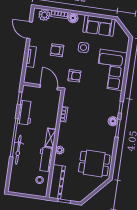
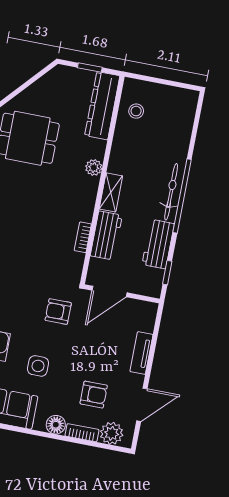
door: (30, 30) -> (142, 405), hinge flipped
armchair: (57, 50) -> (94, 395), moved
door: (49, 87) -> (110, 292), hinge flipped
bicycle: (18, 150) -> (171, 192), moved
workbench: (46, 159) -> (106, 236), moved

